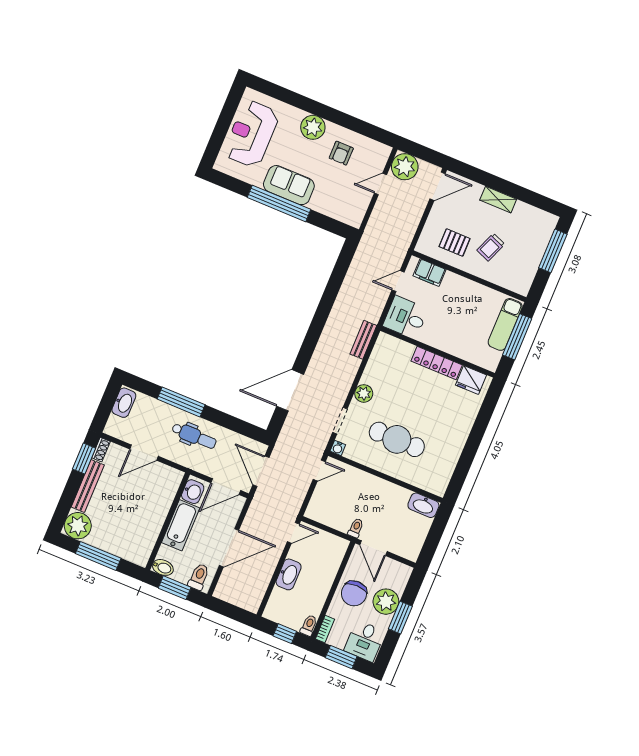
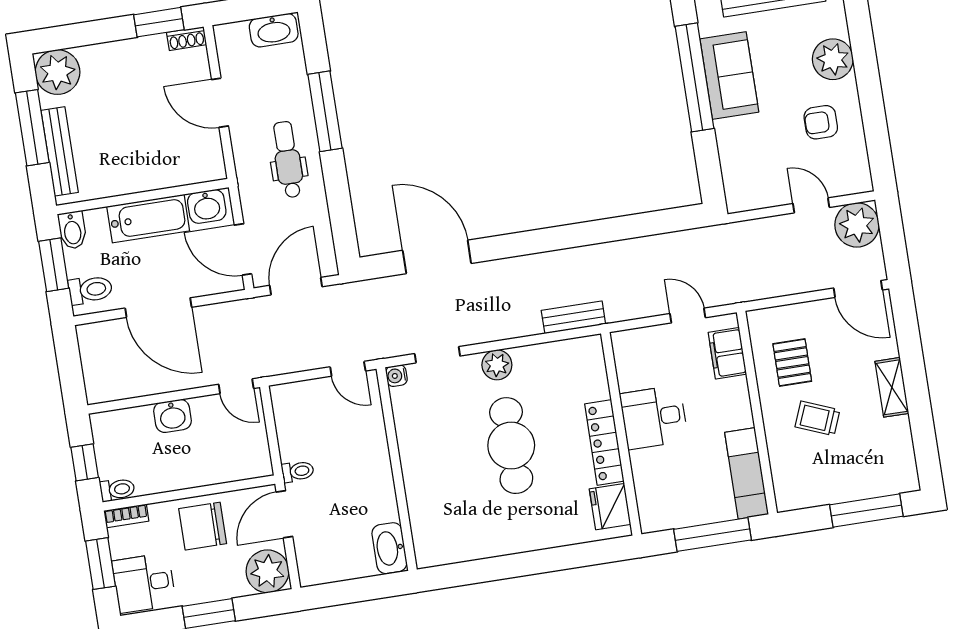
desk: (406, 317) -> (654, 417), moved, turned -90
exam couch: (505, 324) -> (747, 473), moved, turned -90
dental chair: (194, 436) -> (288, 160), turned 180
cafe table: (397, 439) -> (511, 446), moved
bench: (88, 486) -> (60, 151), moved, turned 90
washbasin: (289, 574) -> (172, 416), width x0.72
plant: (386, 602) -> (267, 571), moved

